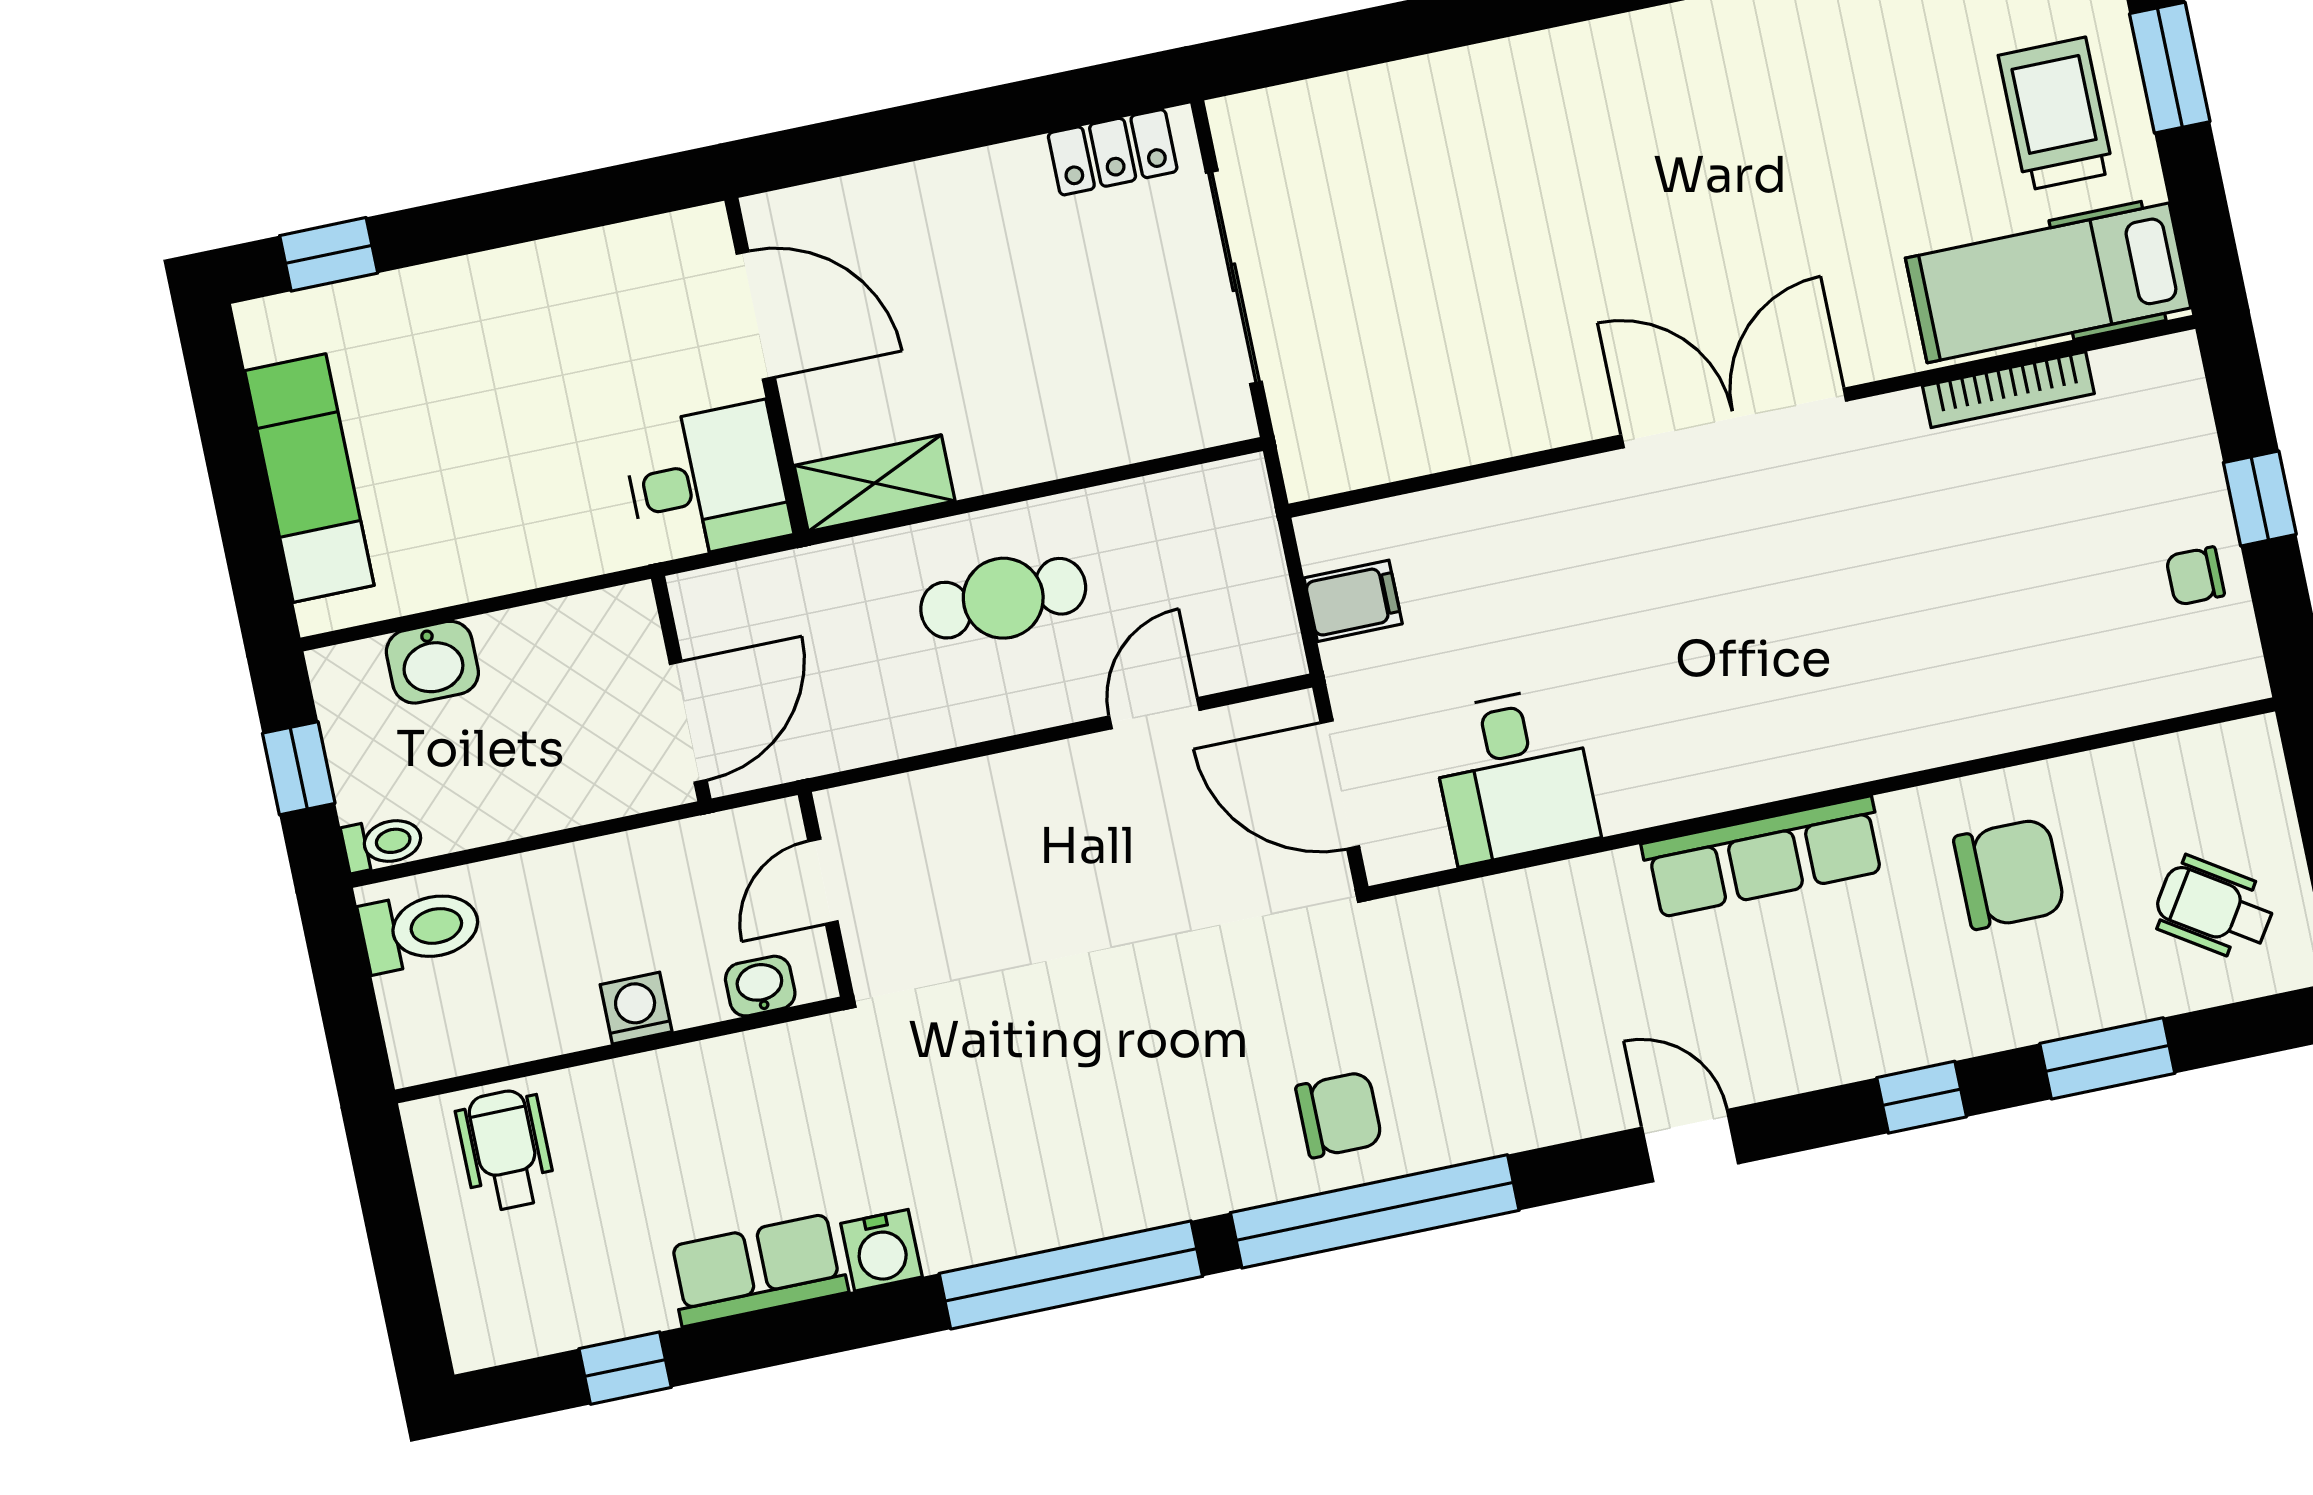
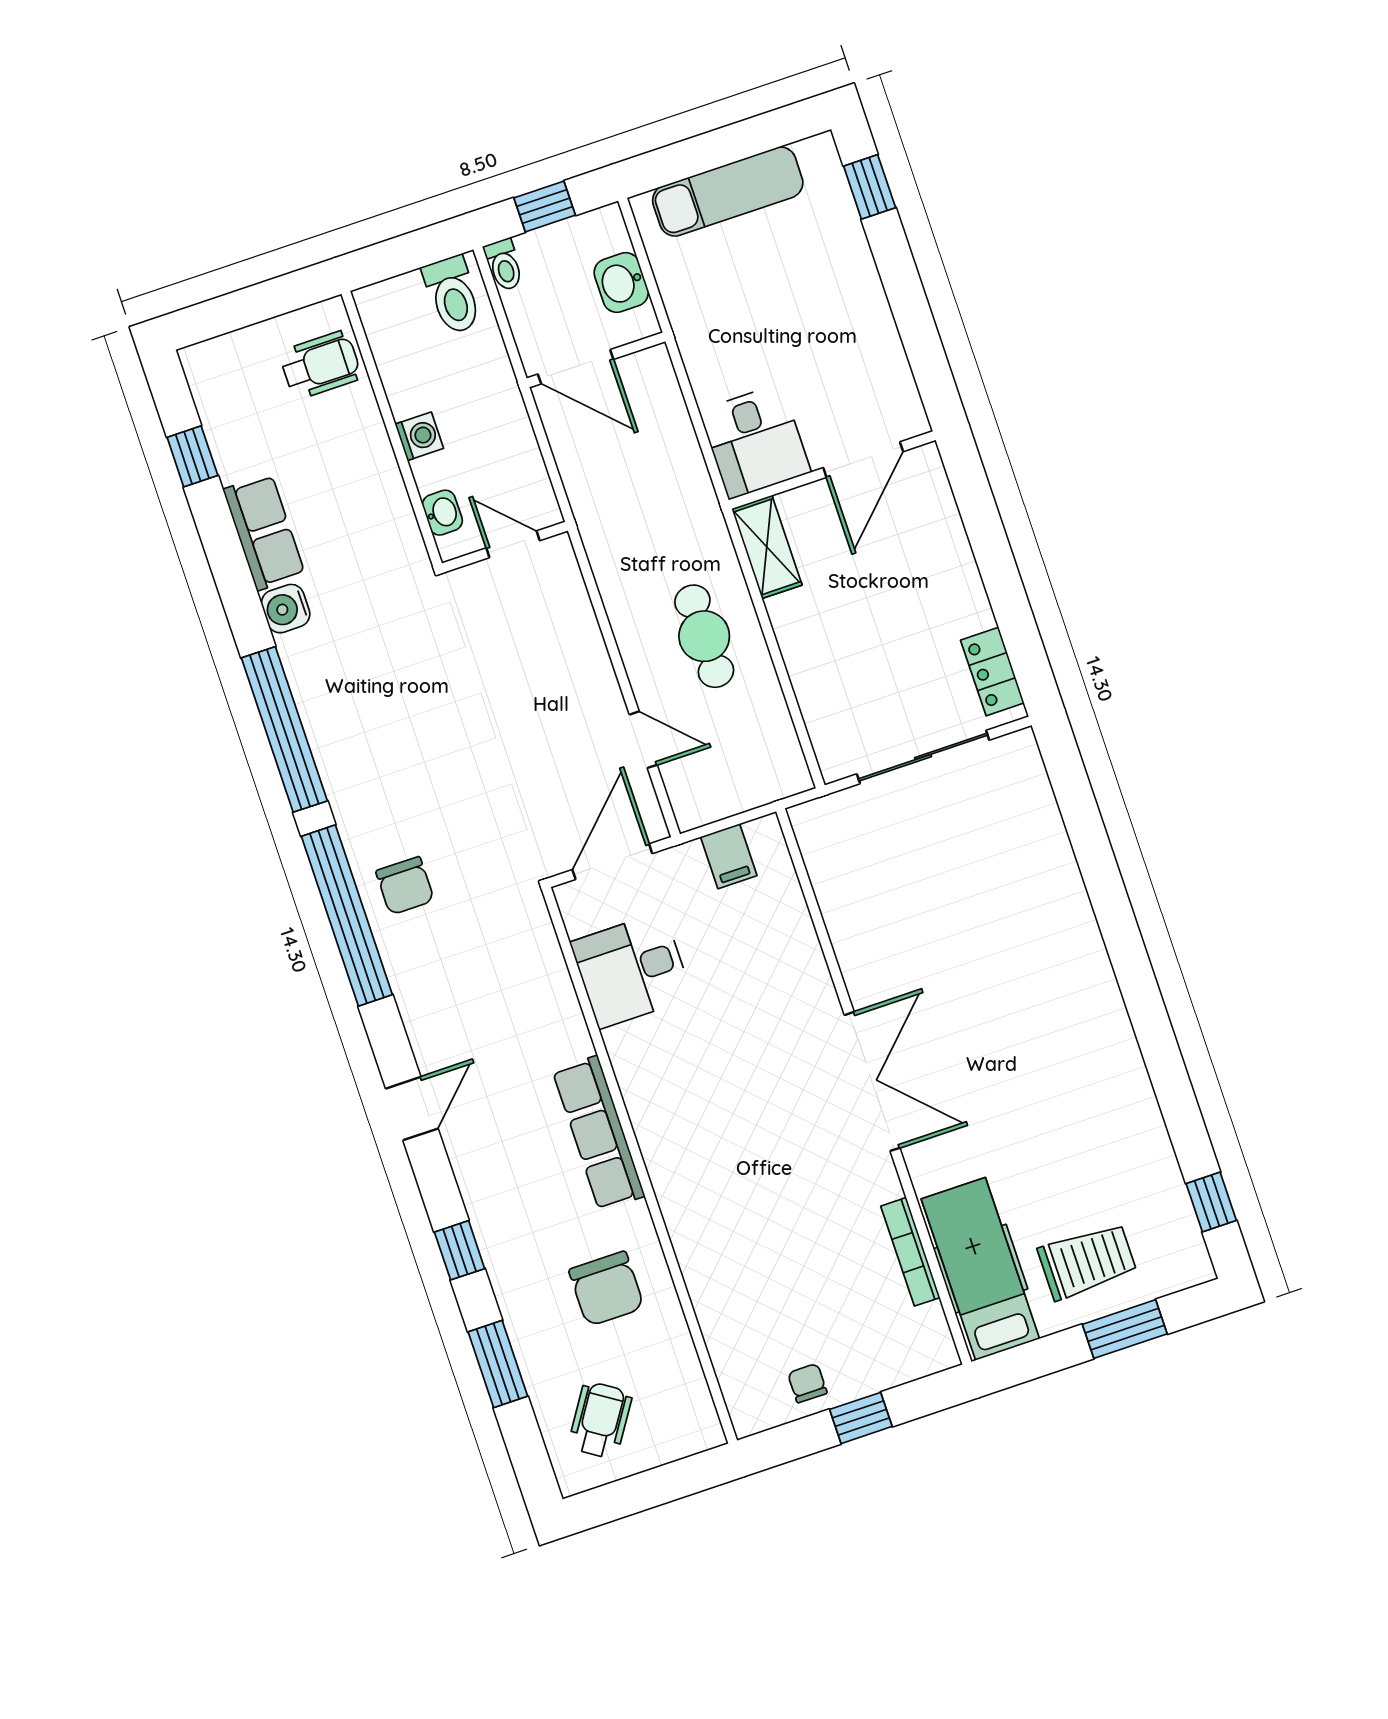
wall: (681, 689) -> (596, 360), moved
door: (688, 722) -> (576, 367), moved

